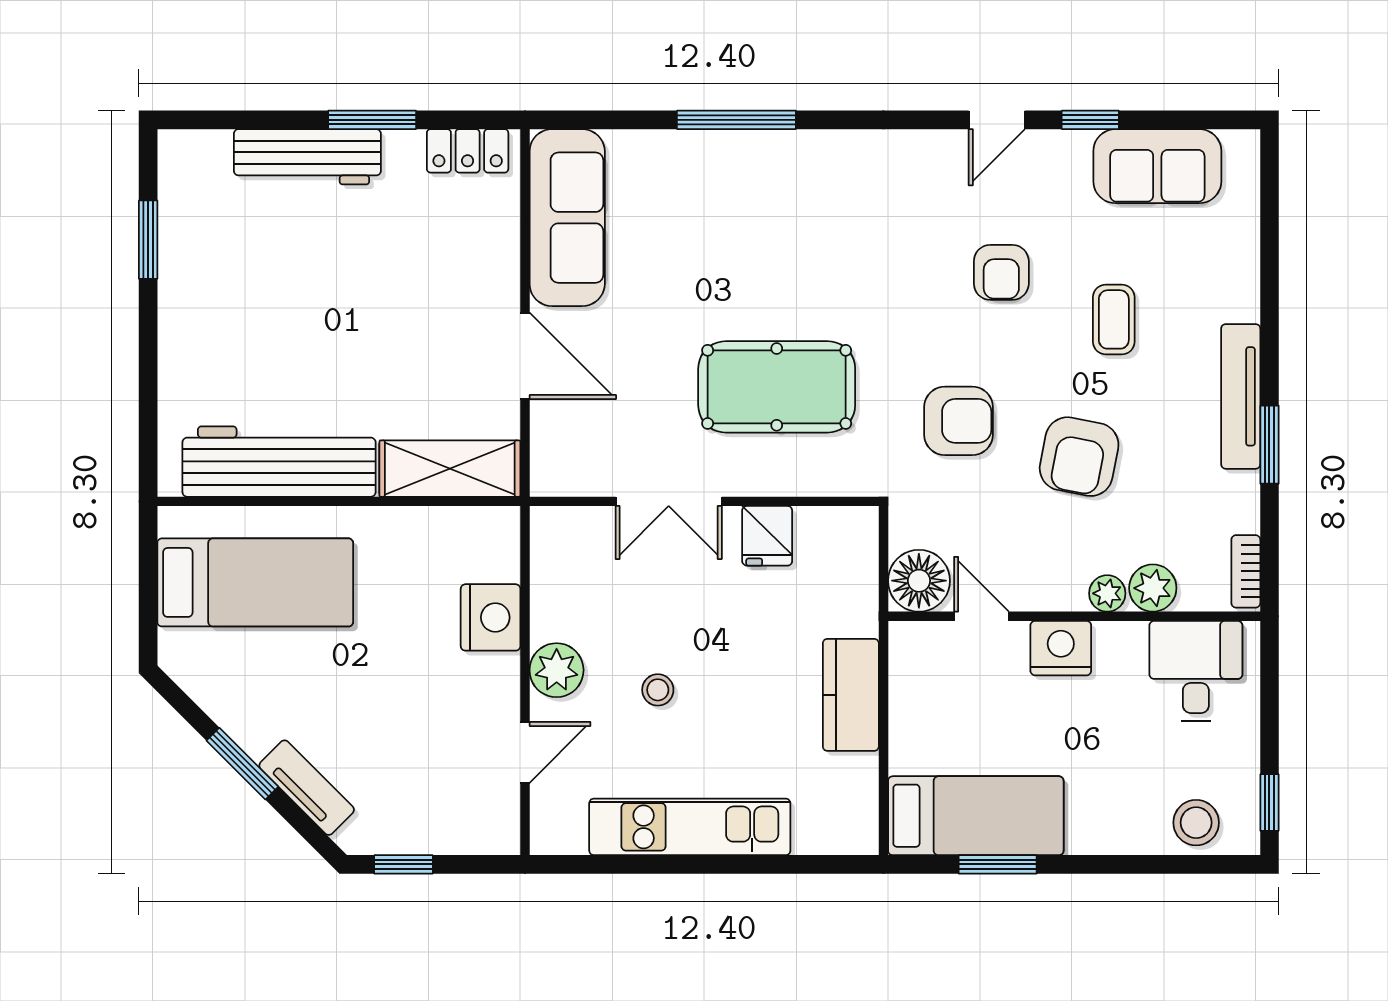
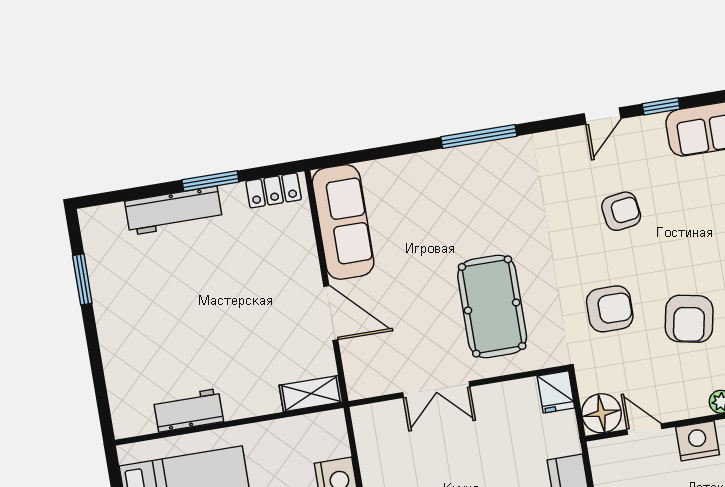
window: (736, 120) -> (479, 136), moved
armchair: (1001, 272) -> (621, 211), turned -98
coffee table: (1114, 319) -> (697, 229), removed
pool table: (777, 387) -> (492, 306), turned 90
workbench: (279, 462) -> (188, 410), width x0.53, depth x0.76
shelving: (450, 469) -> (311, 394), width x0.67, depth x0.75
fridge: (767, 536) -> (556, 392), moved

